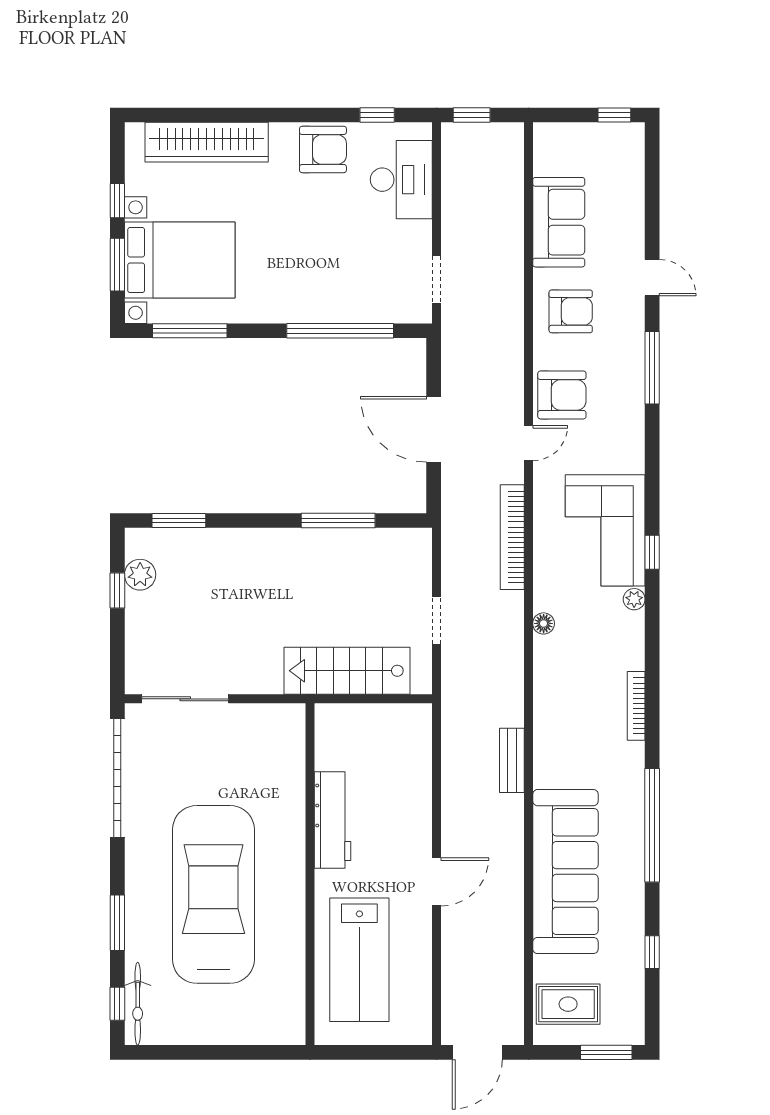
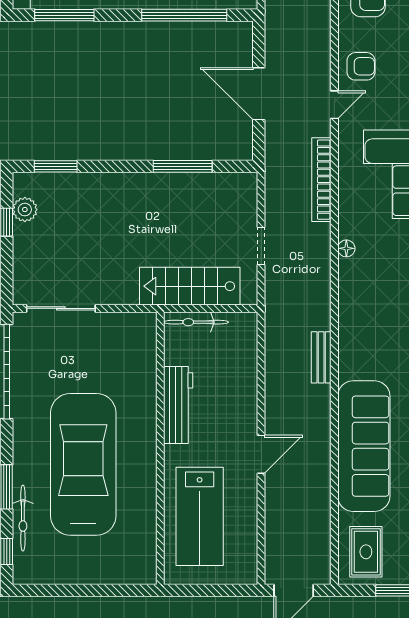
armchair: (562, 395) -> (361, 66), width x0.72, depth x0.72
bicycle: (355, 716) -> (196, 322), added
bicycle: (138, 1004) -> (23, 518), moved
rug: (568, 1004) -> (366, 552), turned 90

